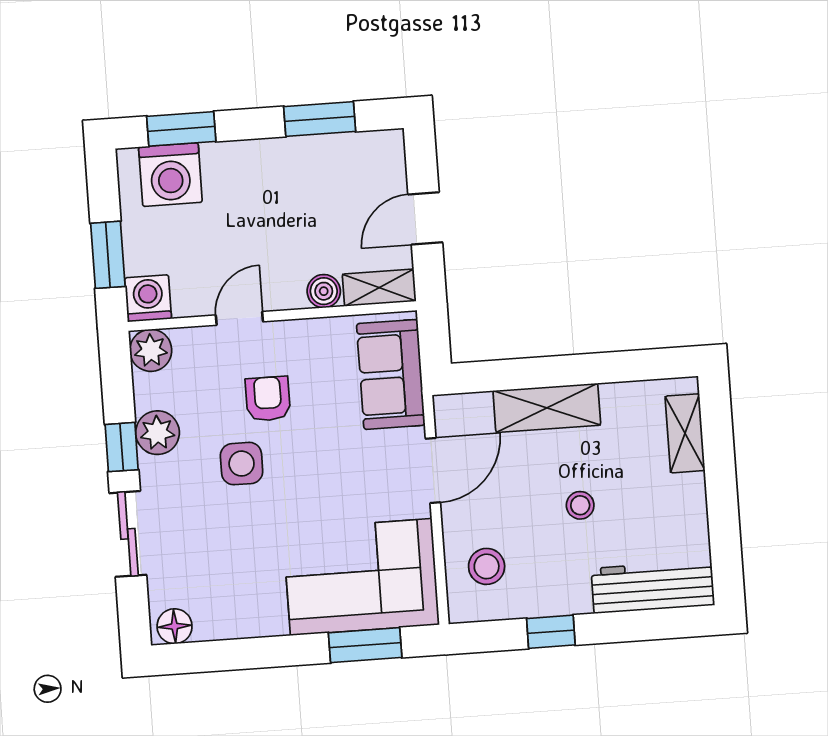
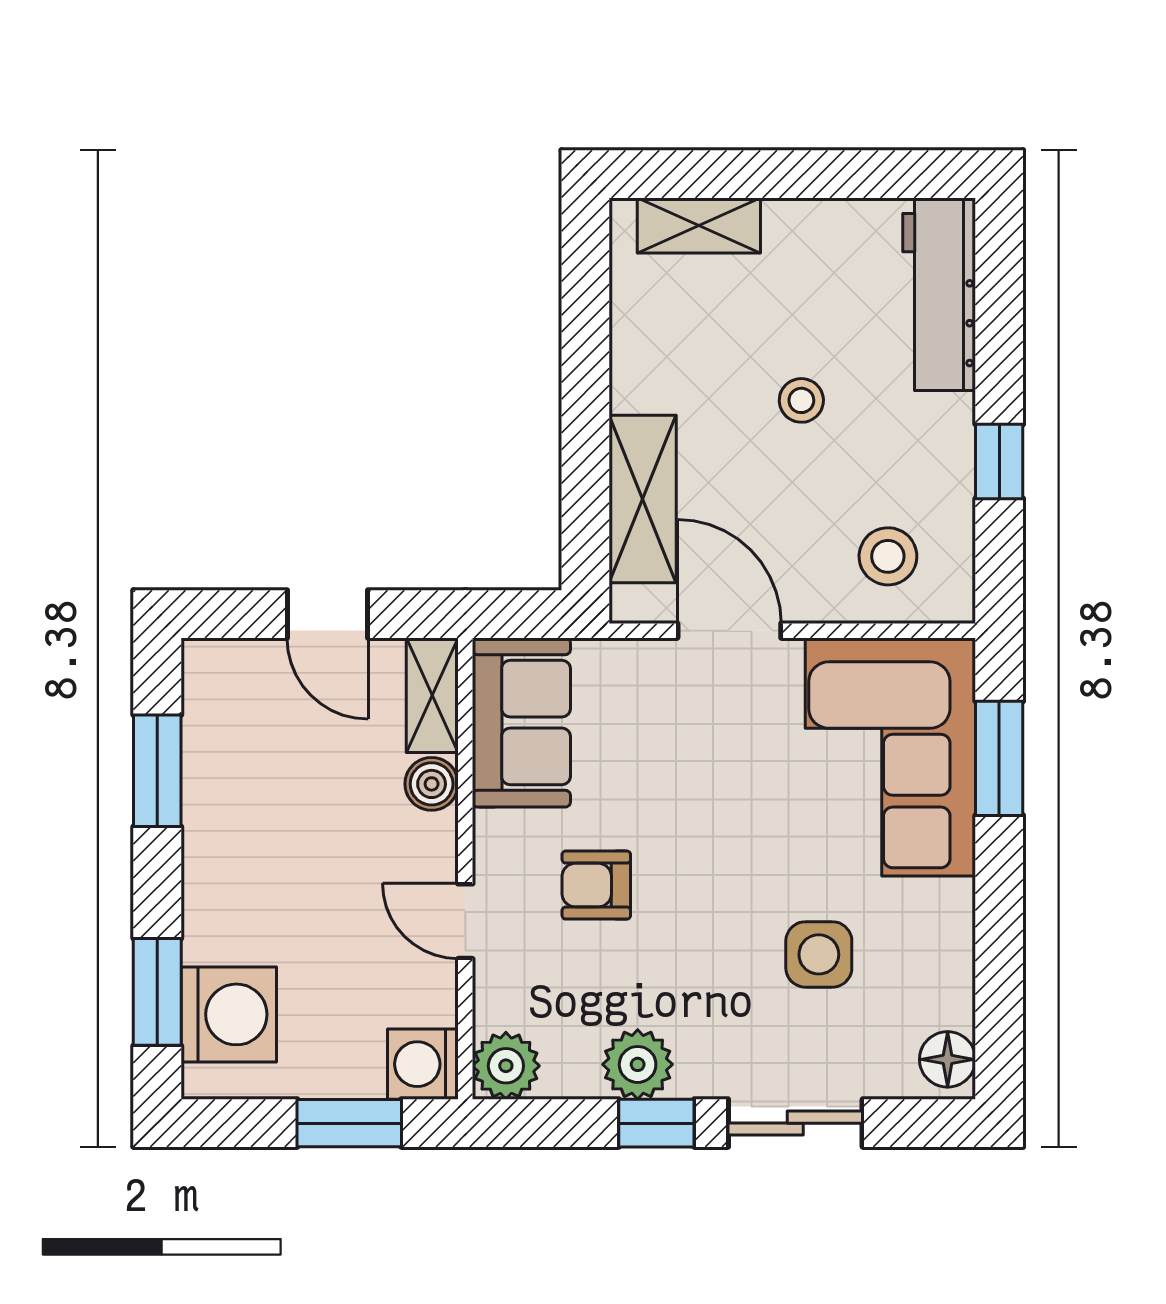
sofa: (391, 374) -> (521, 723), moved, turned -90
shelving: (547, 408) -> (643, 499), moved
side table: (242, 464) -> (819, 954), moved

